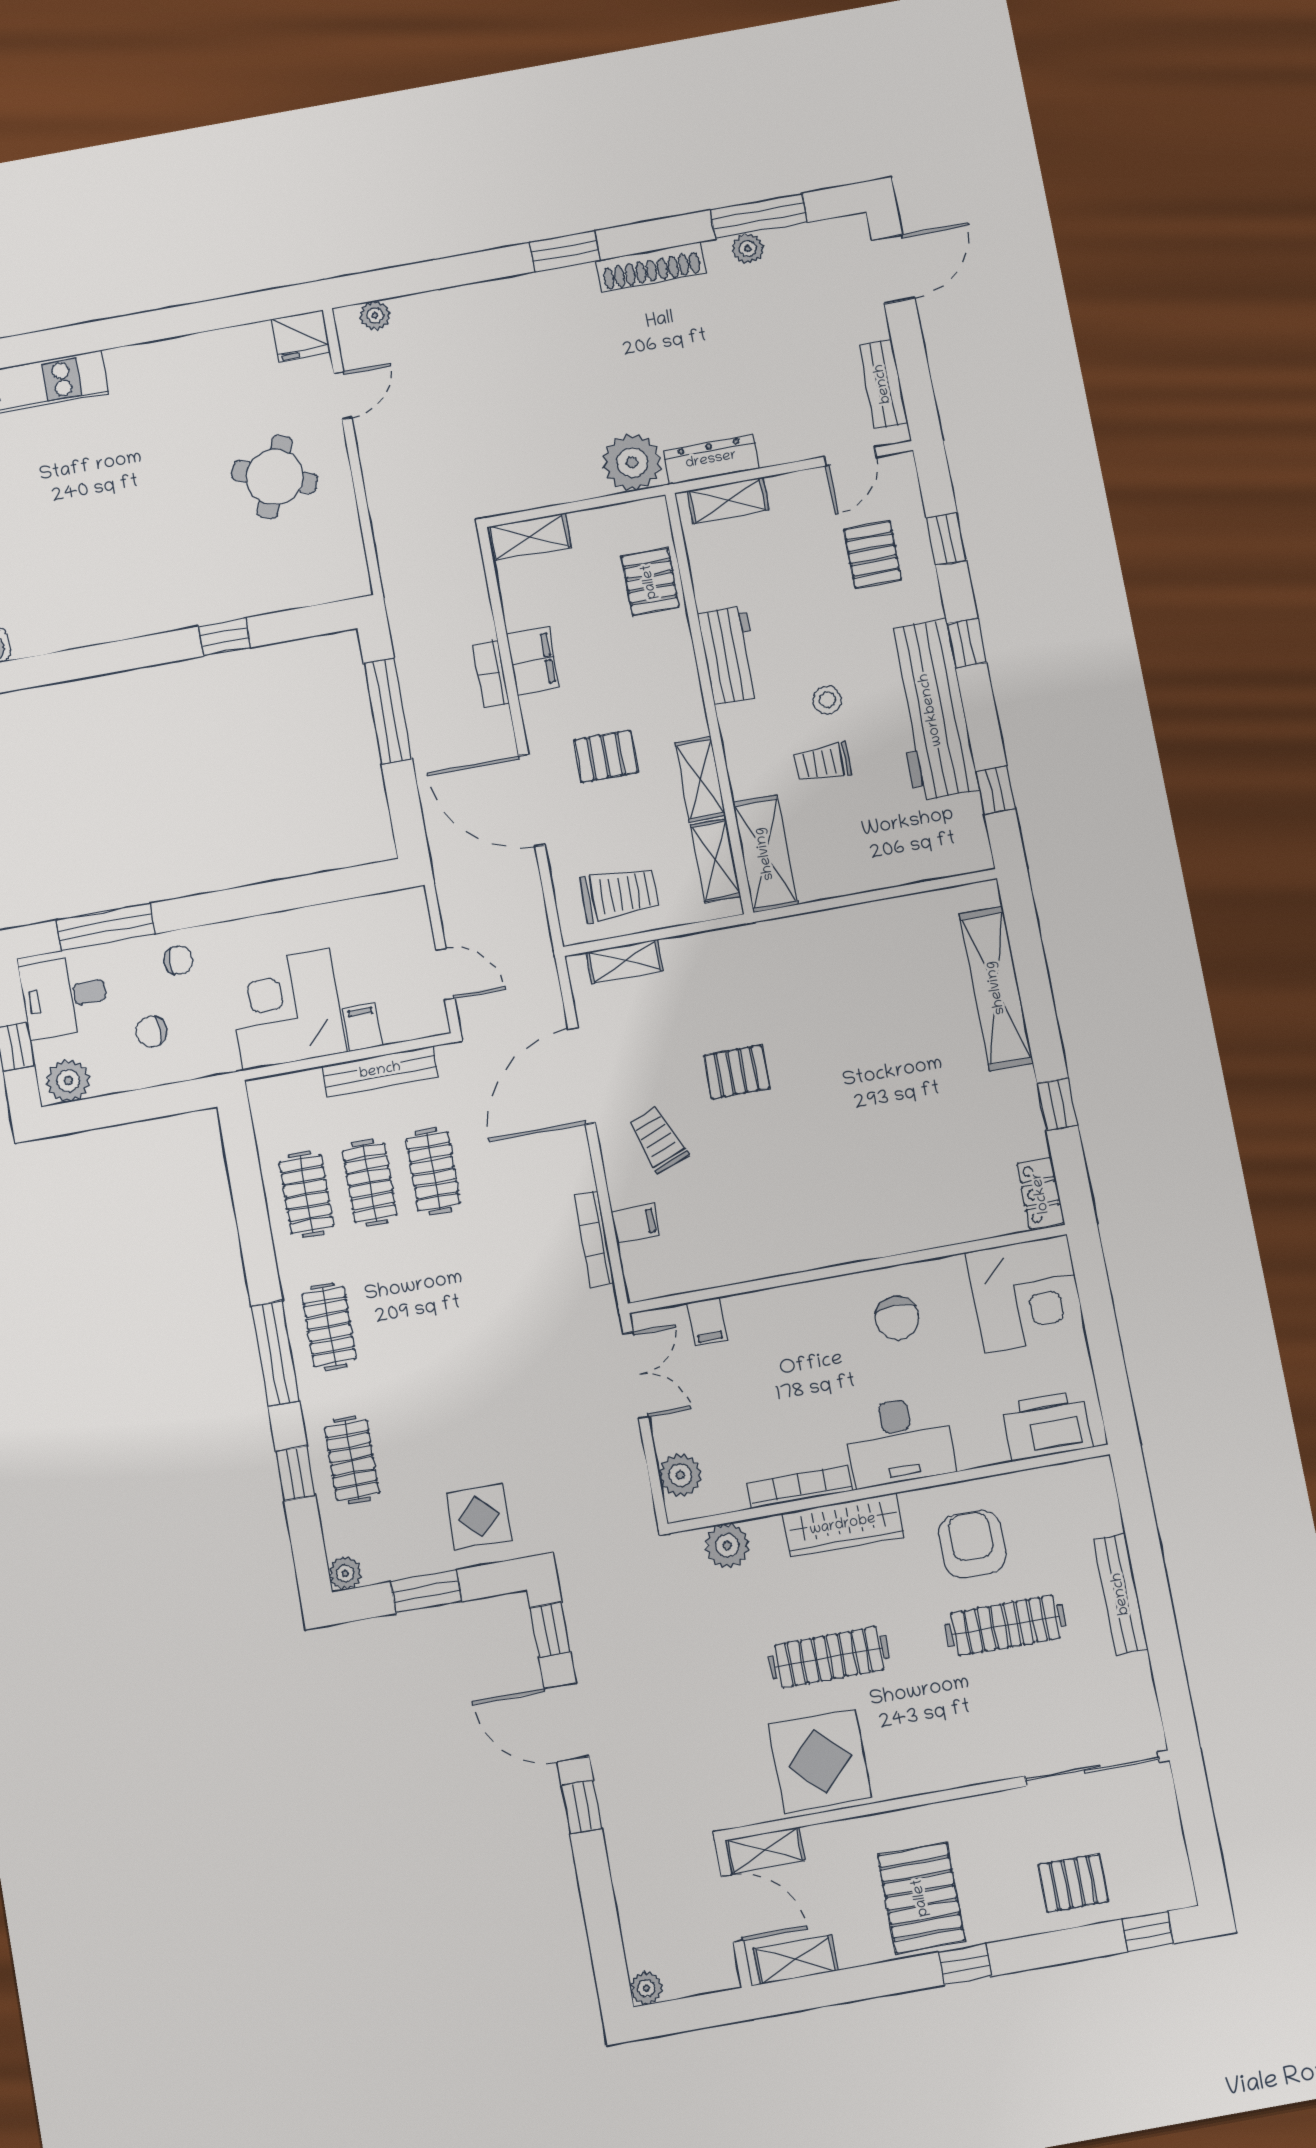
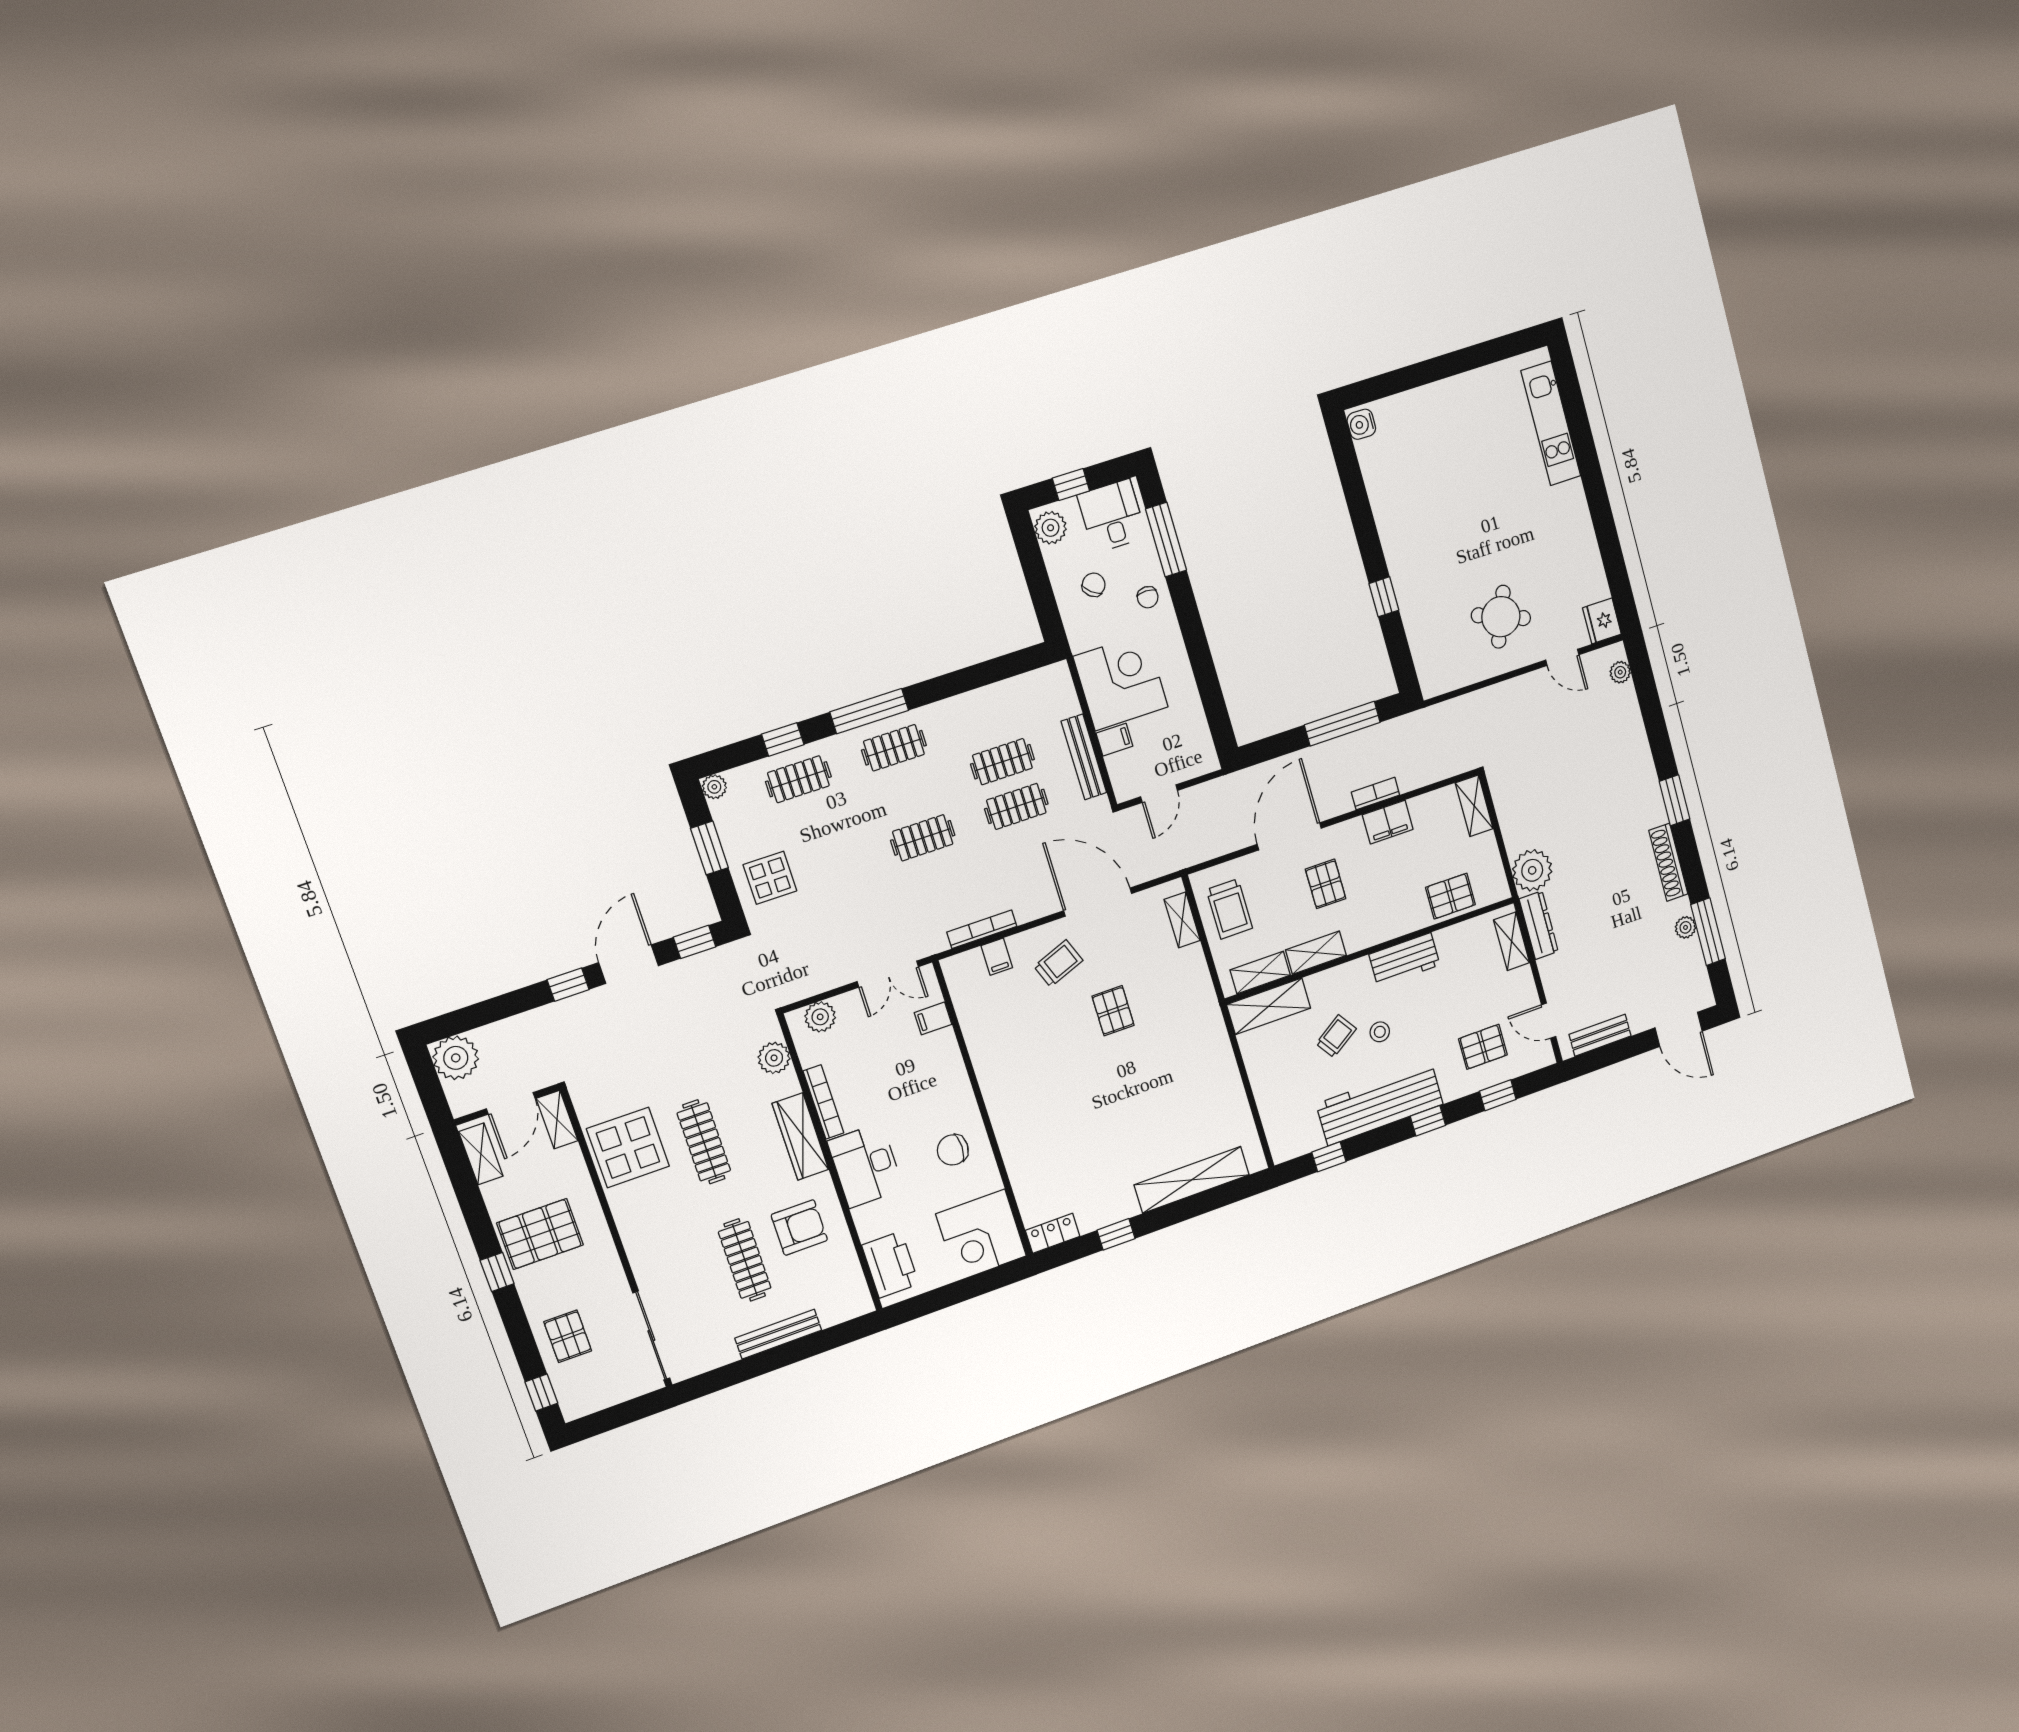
trolley: (823, 763) -> (1336, 1036), turned 56
chair: (151, 1032) -> (1094, 585), turned 39
clothes rail: (306, 1194) -> (923, 838), moved
plant: (646, 1988) -> (456, 1058), width x1.88, depth x1.88

